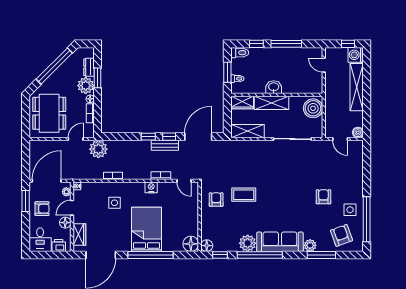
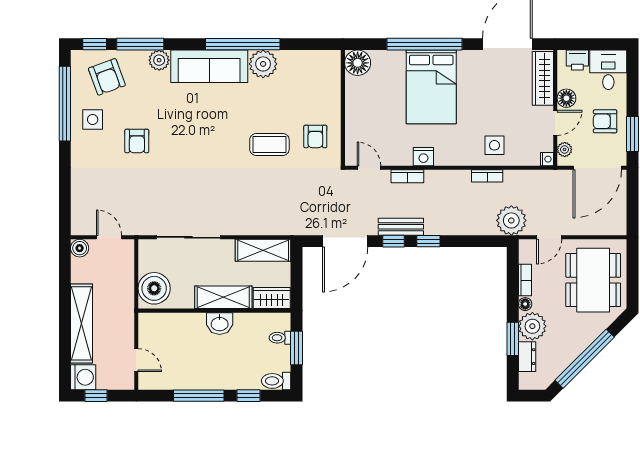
side table: (115, 203) -> (494, 145), moved
wardrobe: (79, 235) -> (543, 78), width x1.50
floor lamp: (207, 246) -> (331, 60), removed
window: (220, 255) -> (95, 44), moved

